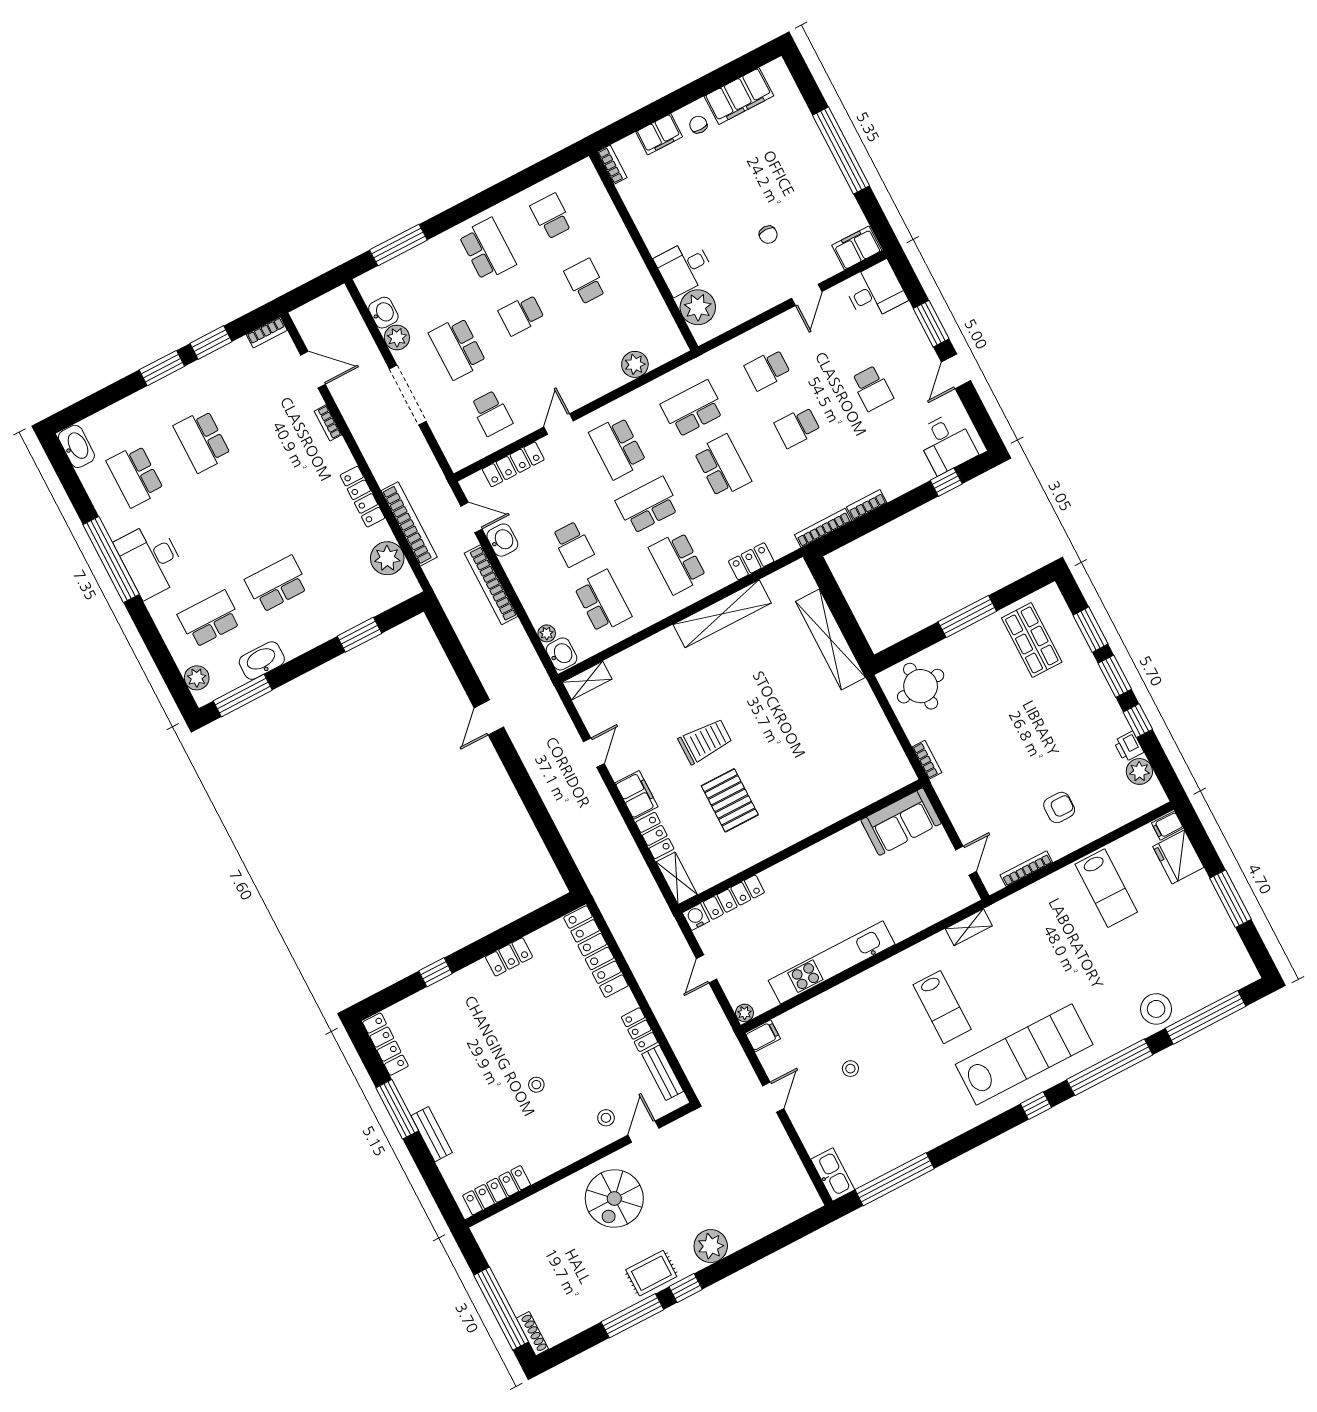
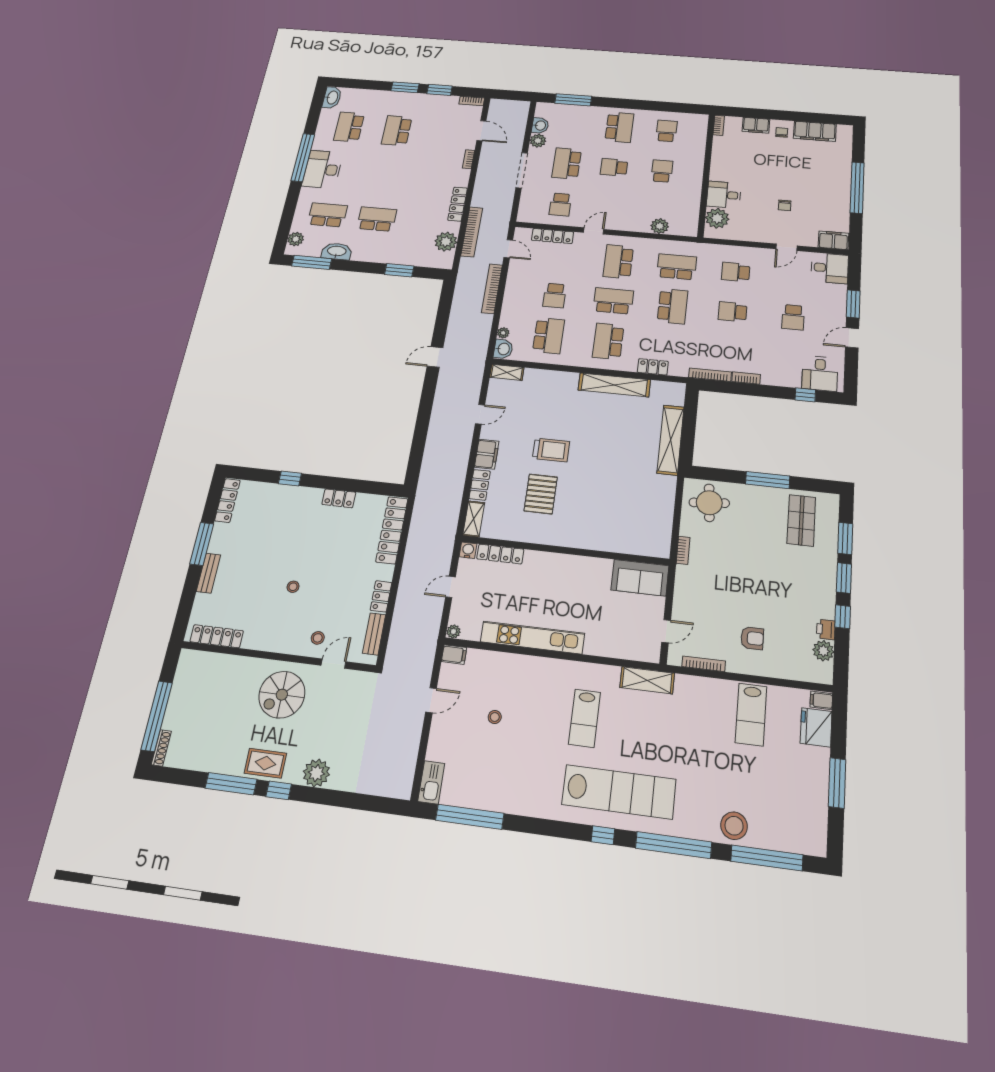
washbasin: (502, 540) -> (516, 270), removed
shelving: (969, 927) -> (647, 680), width x1.50, depth x1.33

